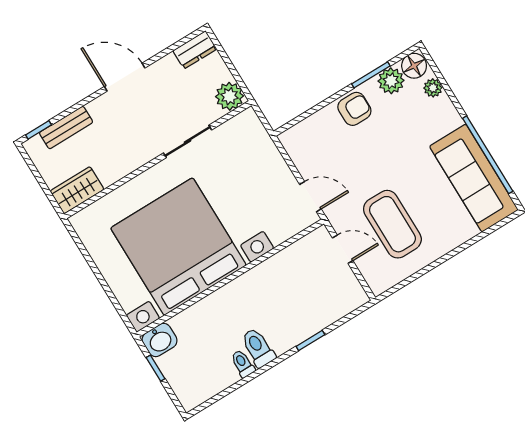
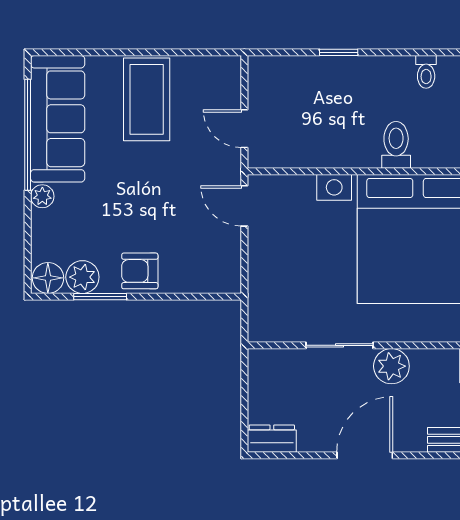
door: (125, 77) -> (365, 455), swing flipped
plant: (433, 88) -> (42, 196), moved
plant: (229, 96) -> (391, 366), moved
coffee table: (392, 224) -> (147, 99), moved
toilet: (258, 348) -> (396, 145), moved, turned 180

